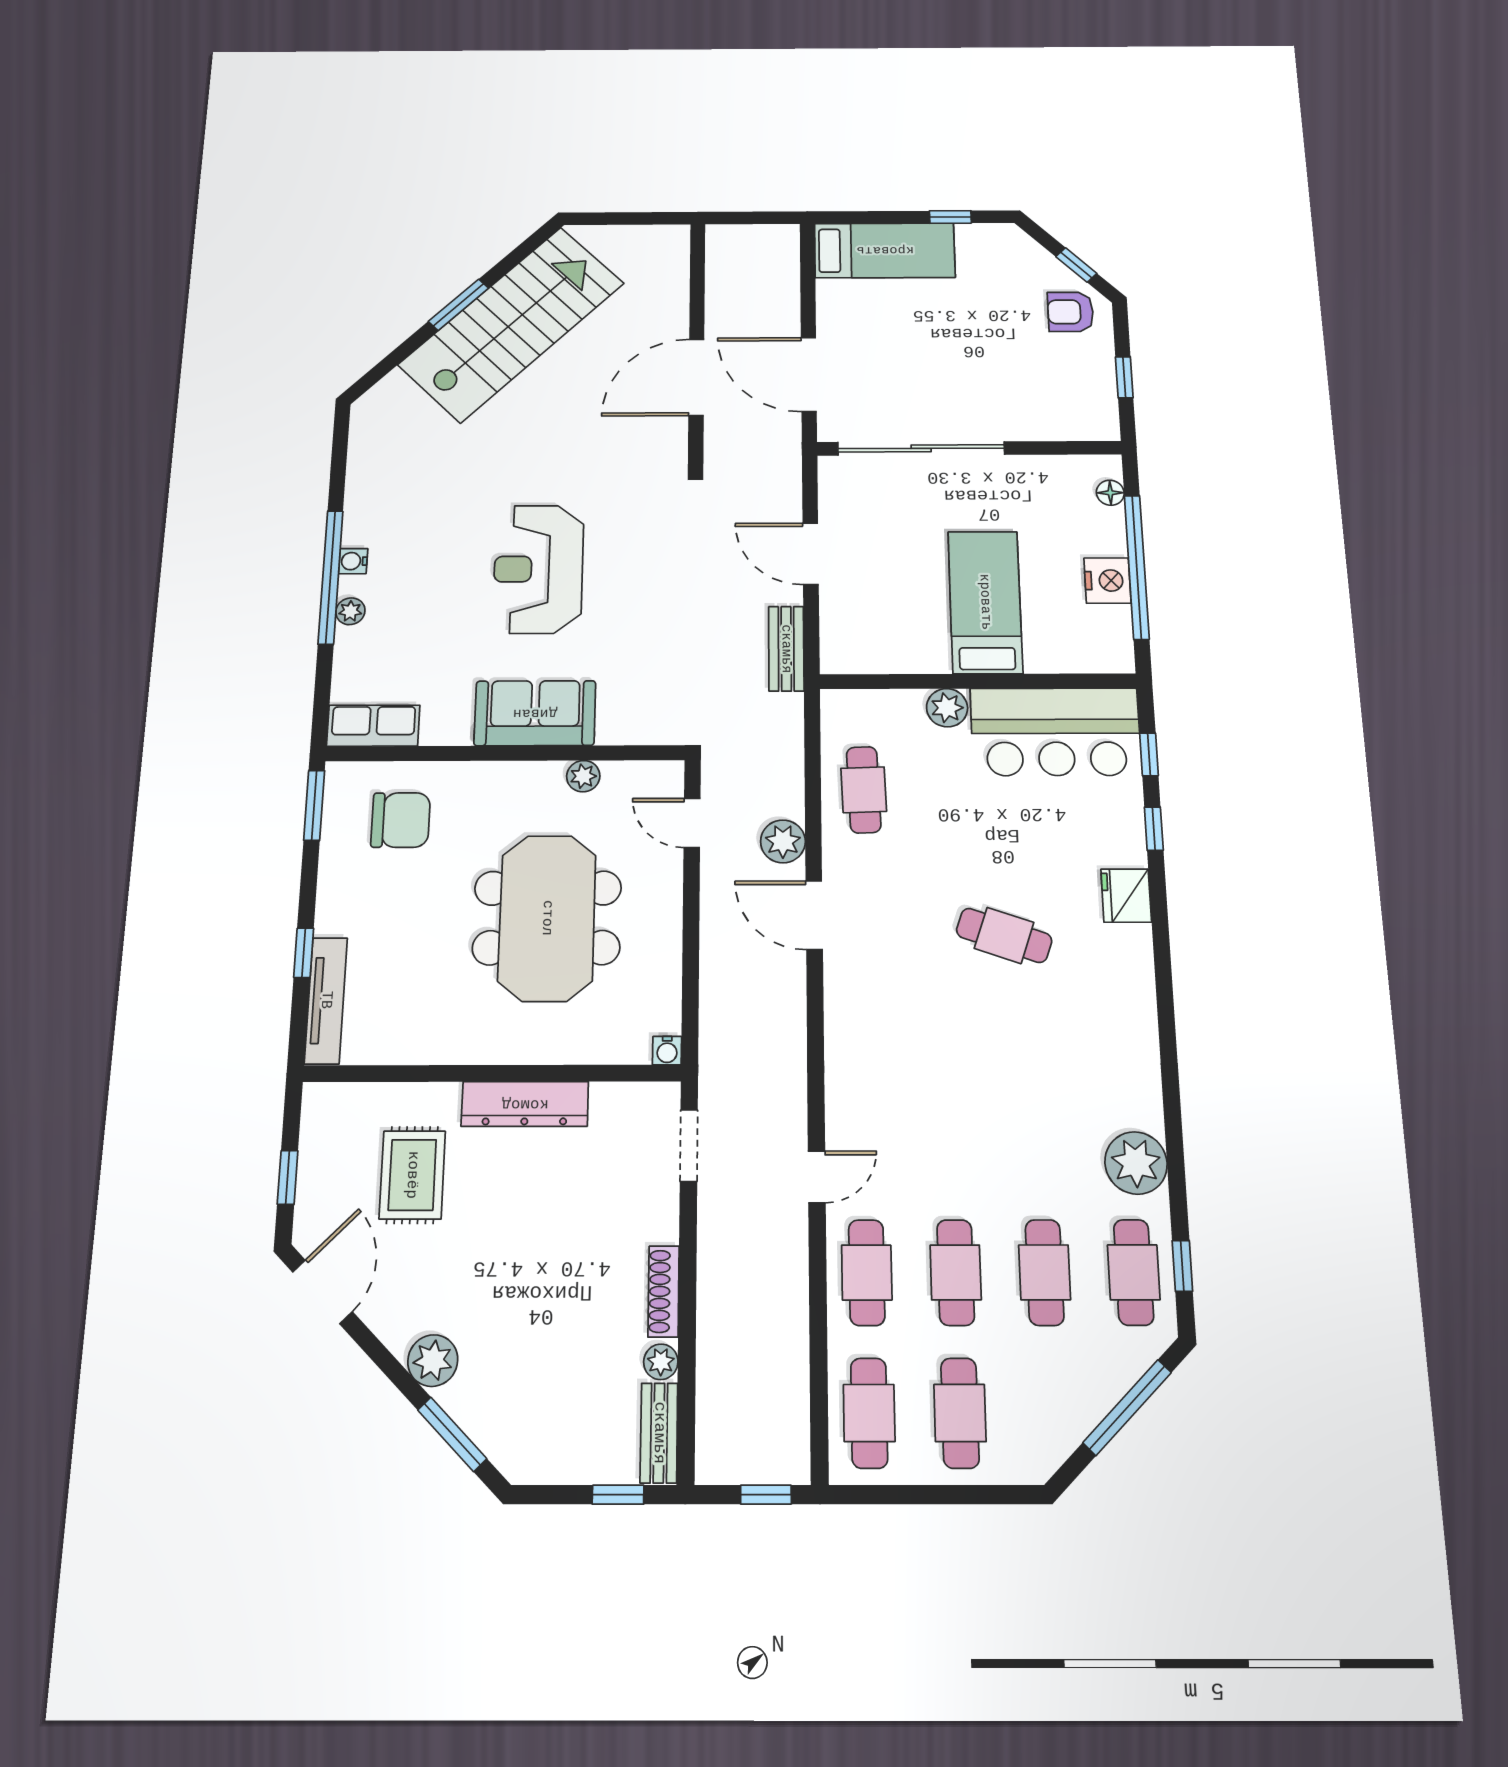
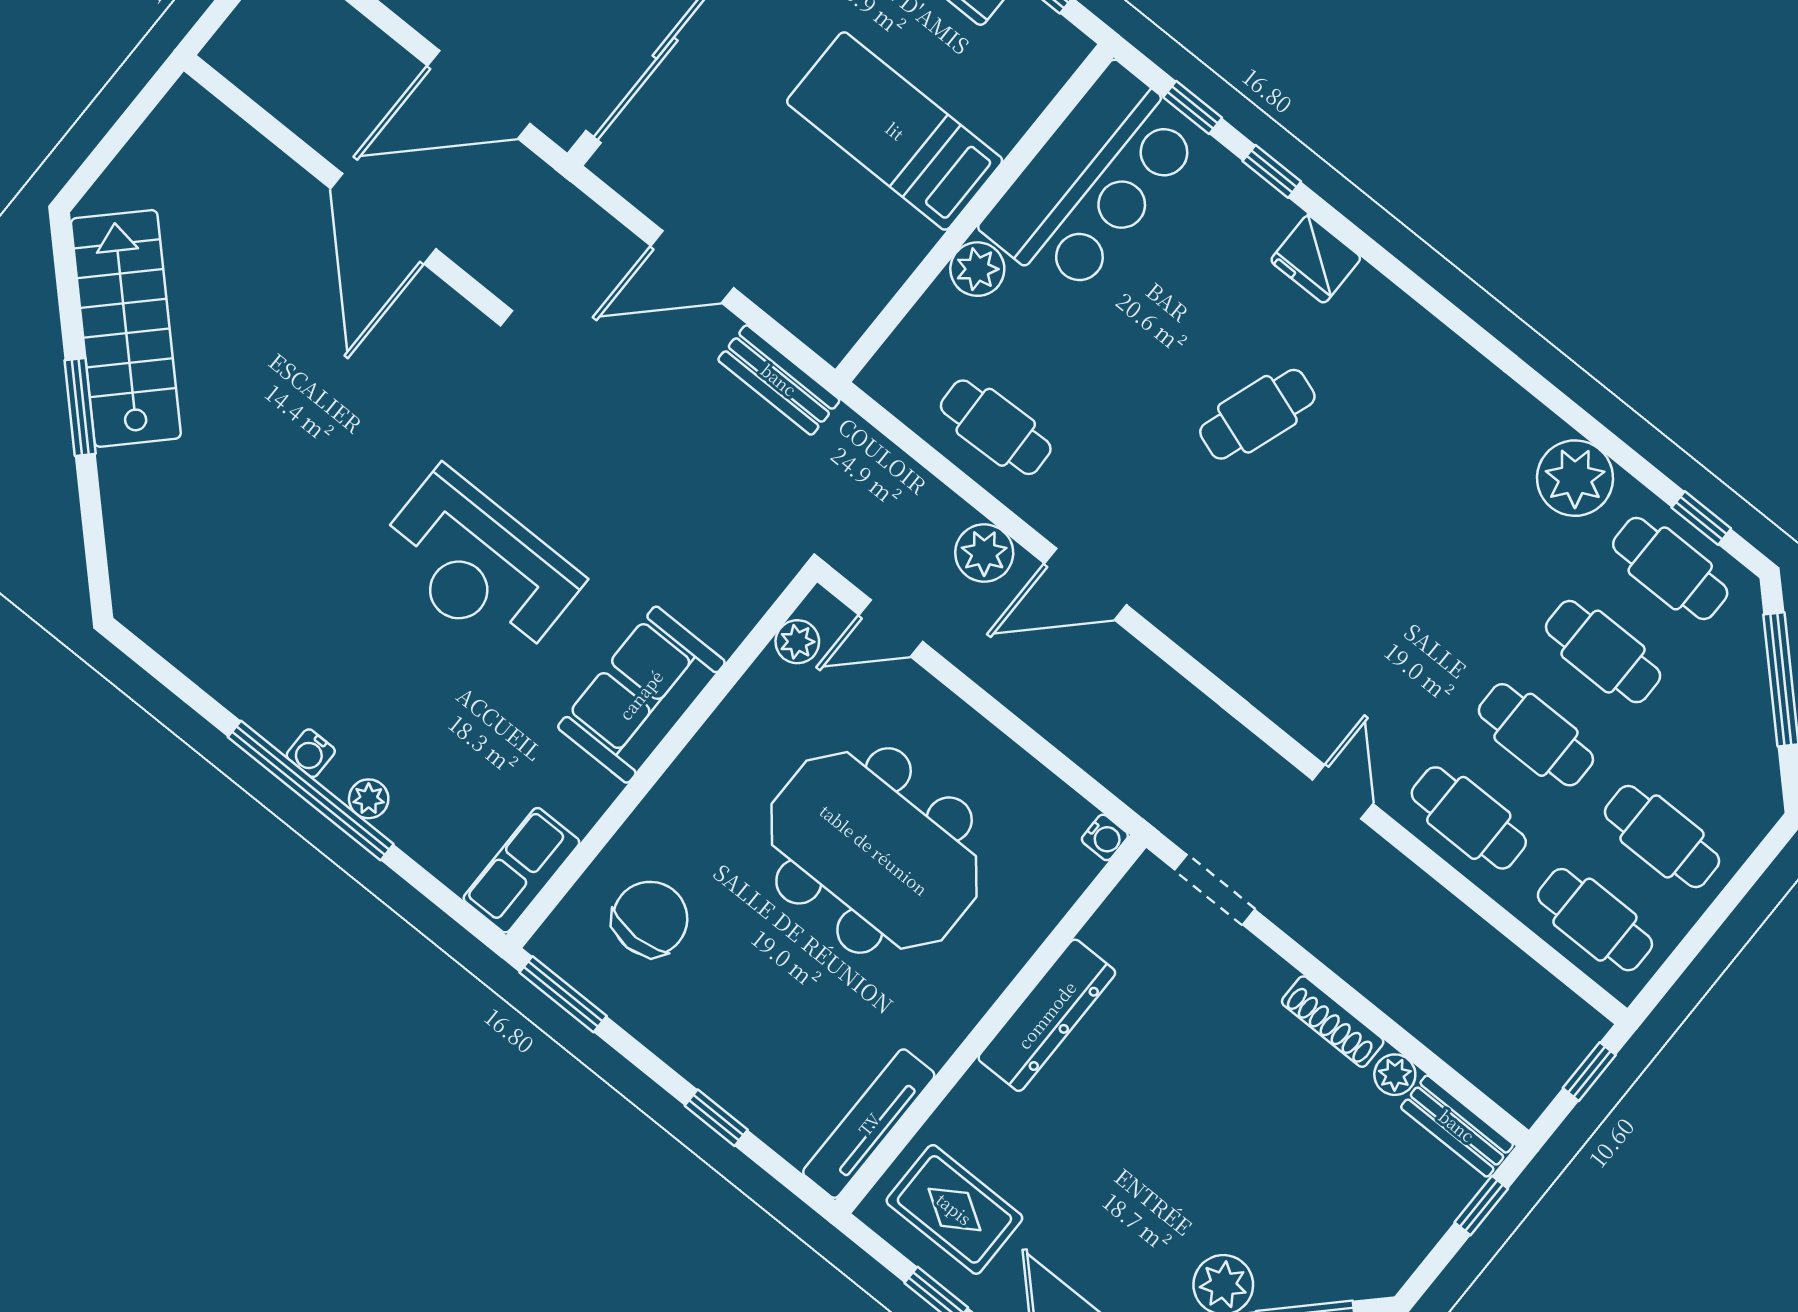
stairs: (511, 324) -> (126, 328), width x0.73, depth x0.66
plant: (583, 776) -> (797, 642), moved
tv unit: (326, 1000) -> (869, 1124), moved, turned -90
rug: (412, 1175) -> (954, 1209), moved

